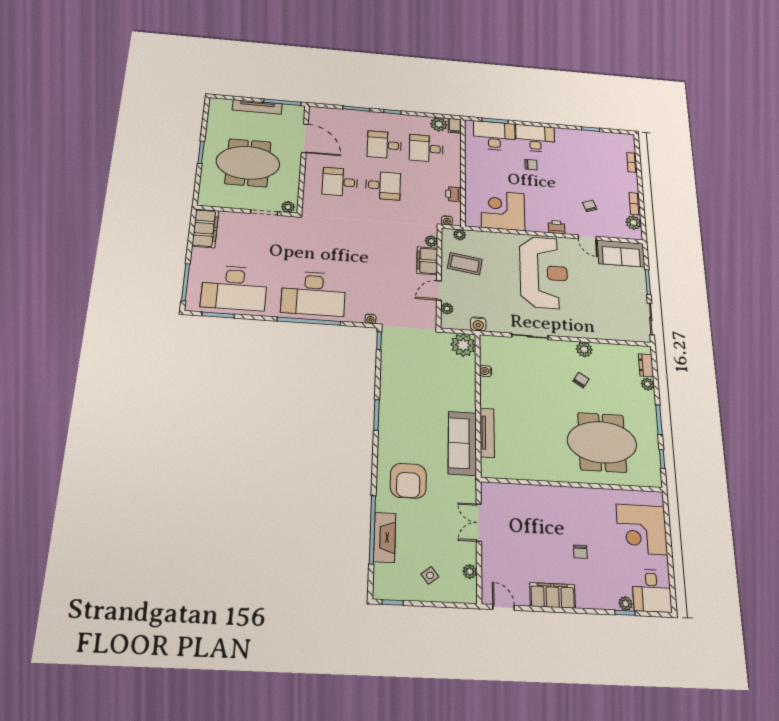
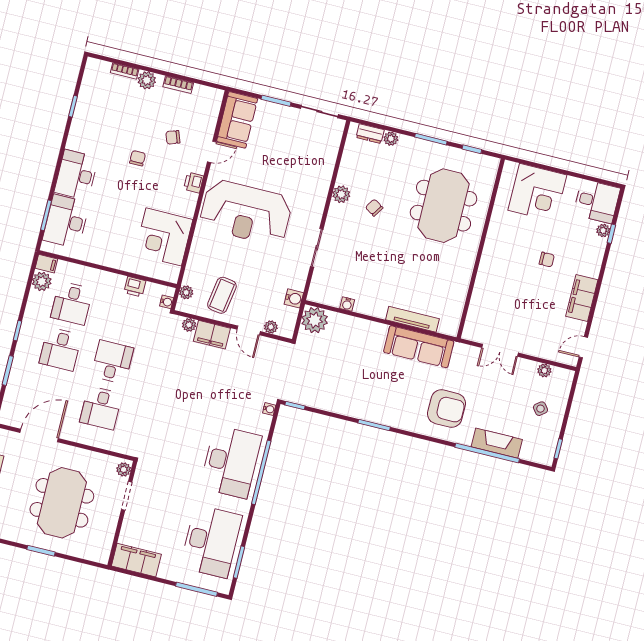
chair: (531, 165) -> (138, 158), moved
plant: (633, 223) -> (147, 80), moved
reception desk: (544, 272) -> (246, 212), turned 180

